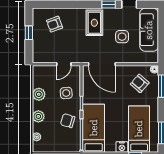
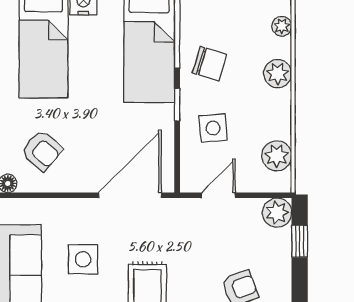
window: (29, 33) -> (300, 241), moved
plant: (39, 57) -> (277, 213), added
door: (102, 64) -> (130, 195), hinge flipped
plant: (39, 94) -> (277, 156), moved

